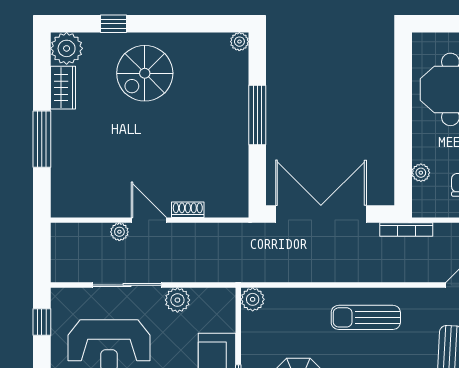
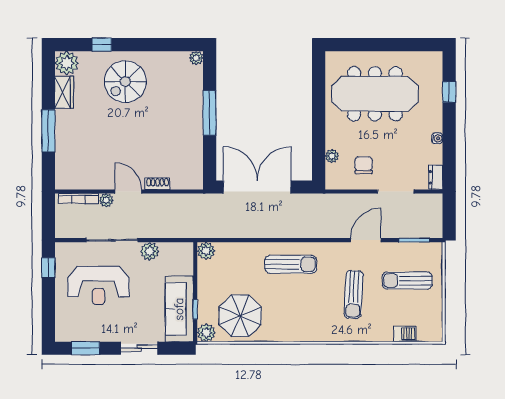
bookcase: (406, 229) -> (78, 199), moved
sun lounger: (366, 317) -> (291, 264), turned 180

